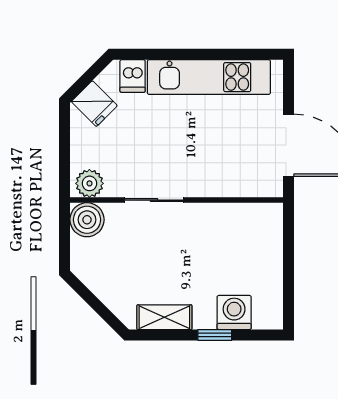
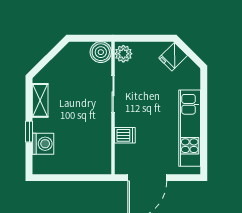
dishwasher: (133, 76) -> (125, 135), moved, turned 180

